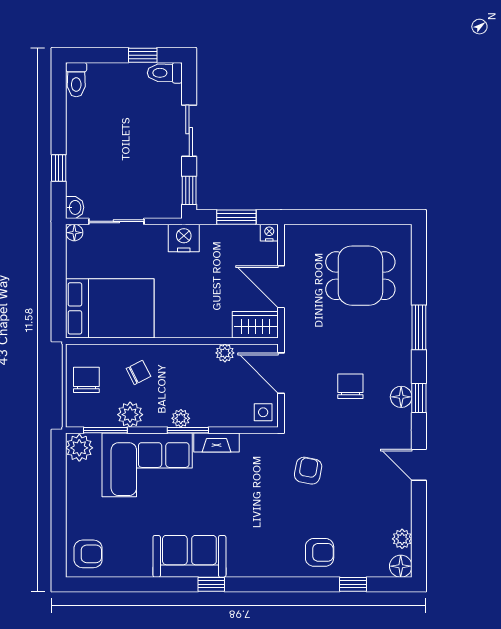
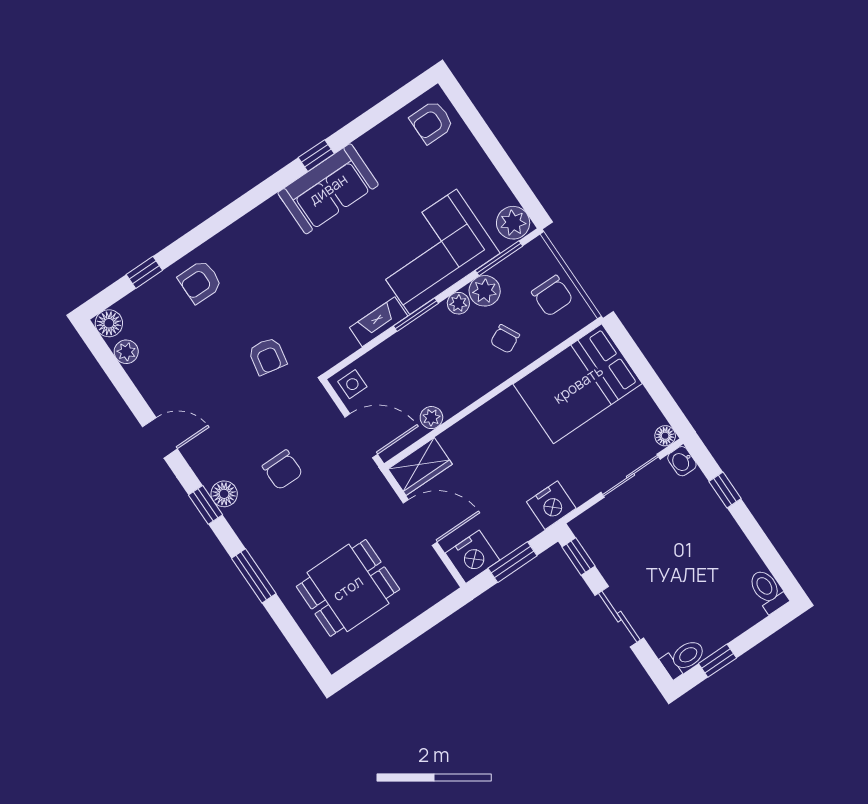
nightstand: (269, 233) -> (472, 557), width x1.89, depth x1.79
plant: (181, 418) -> (458, 303), moved
window: (211, 584) -> (316, 156), moved

